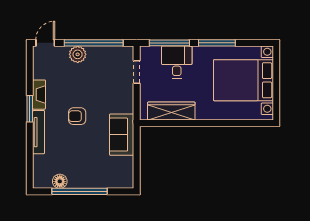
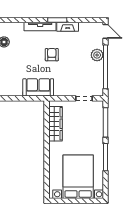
desk: (177, 62) -> (91, 128), removed

